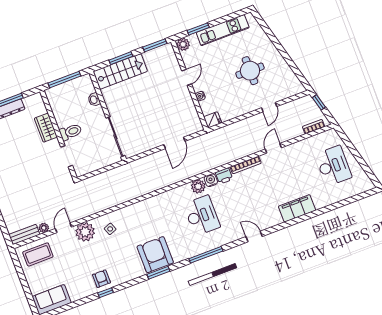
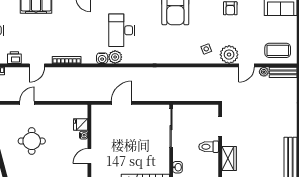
fridge: (213, 120) -> (81, 124), moved
printer: (224, 176) -> (14, 58), moved

